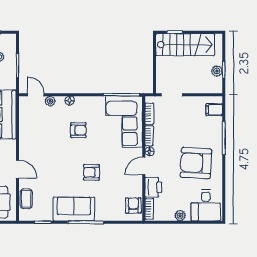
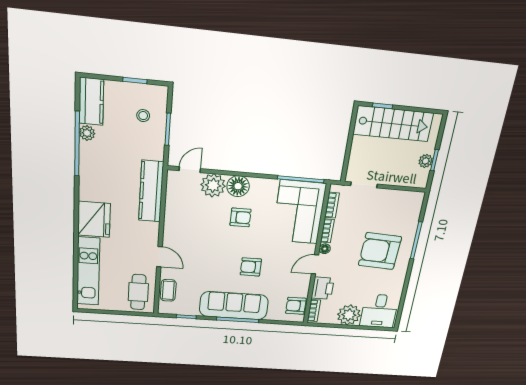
door: (36, 95) -> (190, 170), hinge flipped
plant: (50, 101) -> (213, 185), width x1.88, depth x1.88
floor lamp: (70, 101) -> (238, 186), width x1.89, depth x1.89
filing cabinet: (214, 110) -> (412, 207), removed
armchair: (196, 163) -> (380, 251), moved
armchair: (133, 205) -> (296, 306), turned -90
sofa: (74, 209) -> (234, 306), width x1.36
plant: (180, 216) -> (349, 315), width x1.88, depth x1.88

